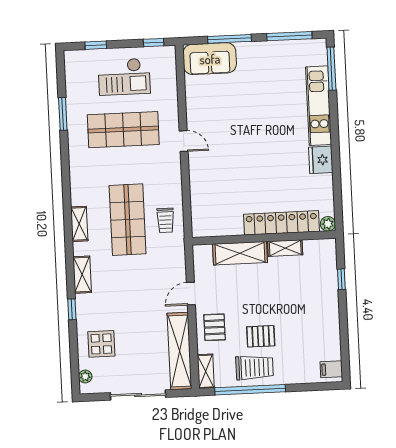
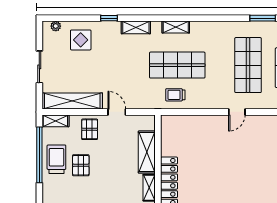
pallet: (215, 327) -> (90, 129), turned 90
trolley: (255, 368) -> (56, 159), turned 180
sliding door: (138, 395) -> (39, 67), width x0.73

